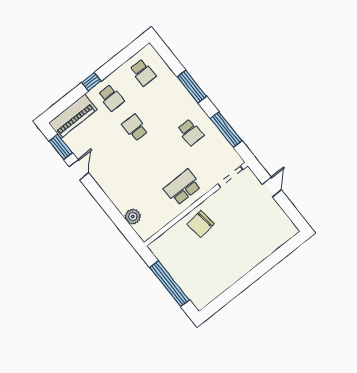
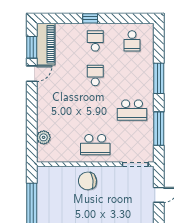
school desk: (111, 98) -> (95, 41), turned 180
piano: (73, 116) -> (46, 44), moved, turned -90
school desk: (190, 132) -> (132, 110), width x1.85
school desk: (182, 187) -> (95, 145), turned 180

